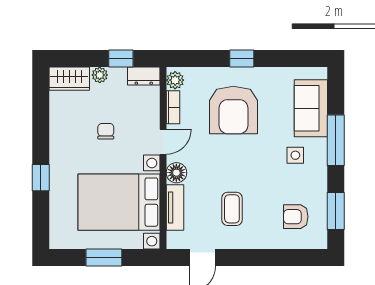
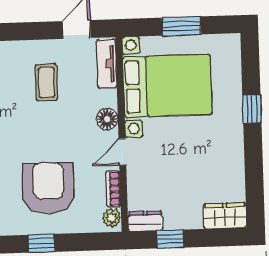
plant: (100, 75) -> (192, 221), removed
chair: (106, 131) -> (184, 161), removed
tv unit: (175, 207) -> (107, 64), moved

